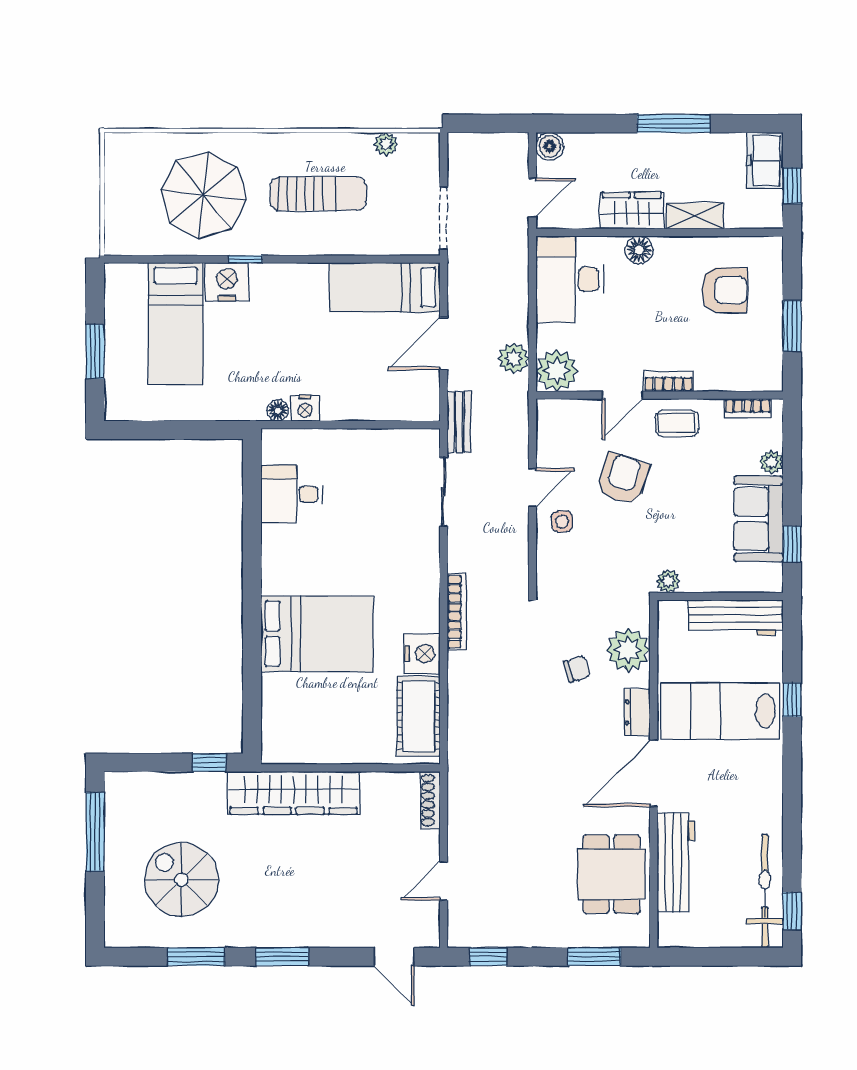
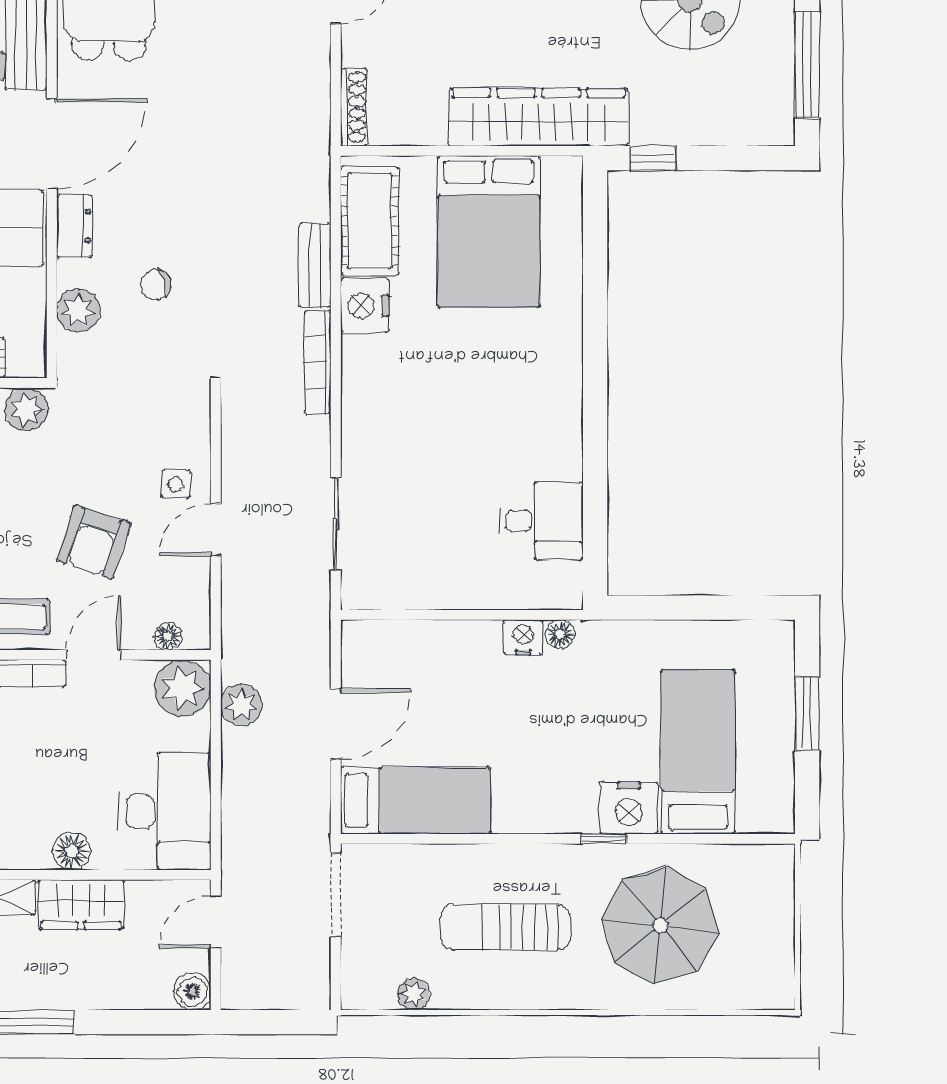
floor lamp: (568, 409) -> (168, 636), added
bench: (459, 422) -> (315, 265), moved
plant: (668, 581) -> (26, 409), width x1.38, depth x1.38
bed: (317, 634) -> (489, 232), moved, turned -90
plant: (628, 650) -> (78, 311), width x0.73, depth x0.73

